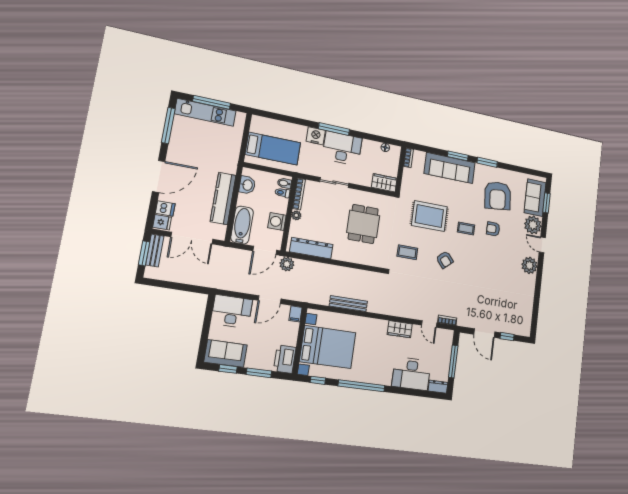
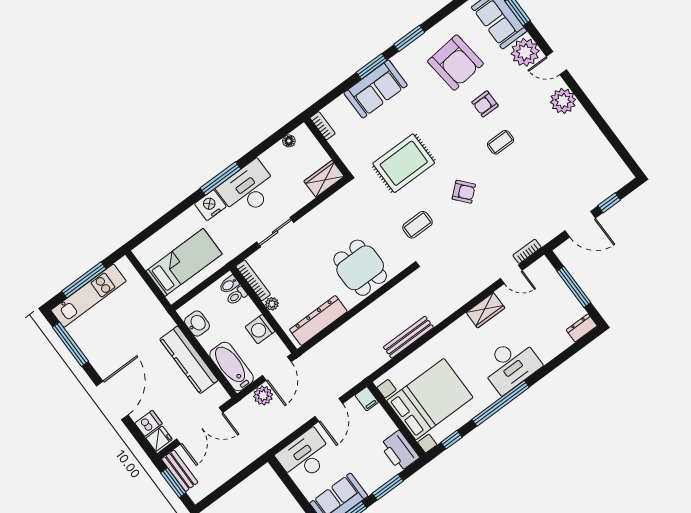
sofa: (450, 168) -> (376, 89), width x0.73
dining table: (363, 224) -> (360, 268), moved
coffee table: (466, 229) -> (501, 142), moved
plant: (287, 264) -> (263, 395), moved
desk: (411, 374) -> (510, 365), moved

